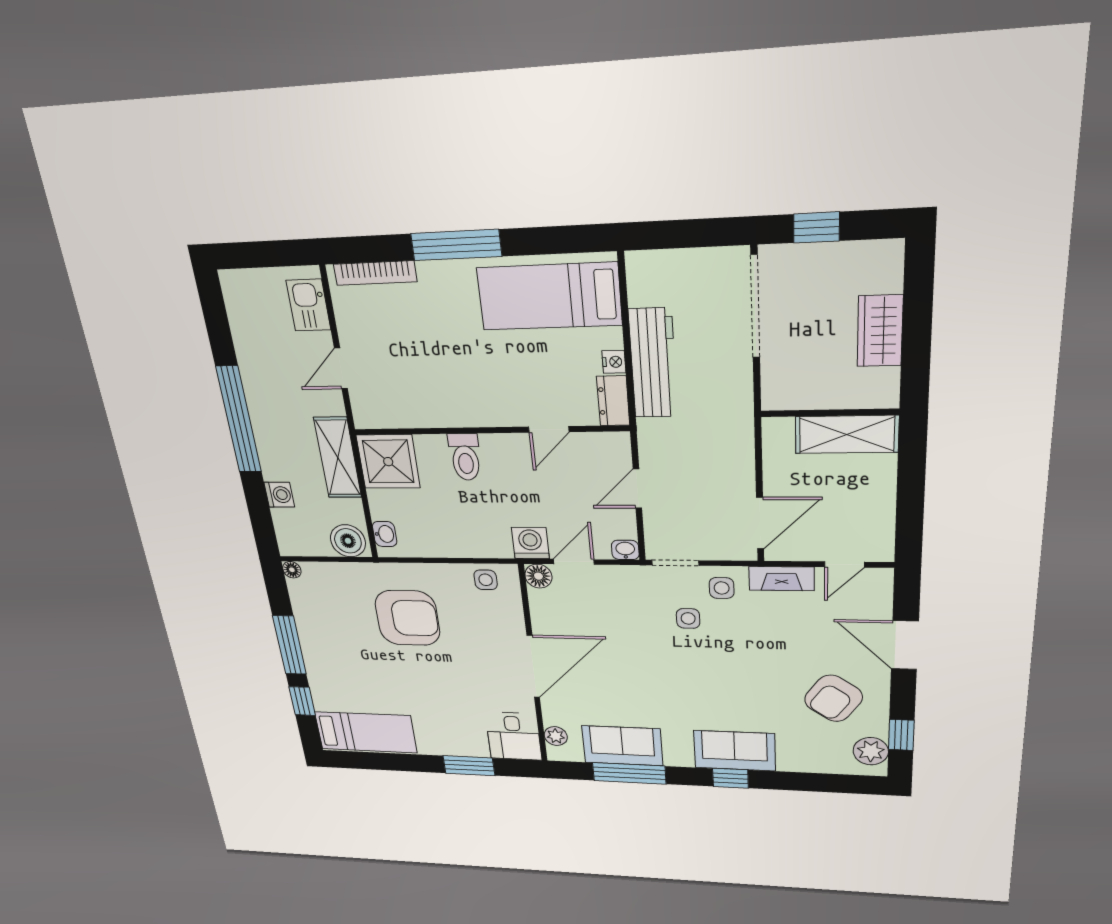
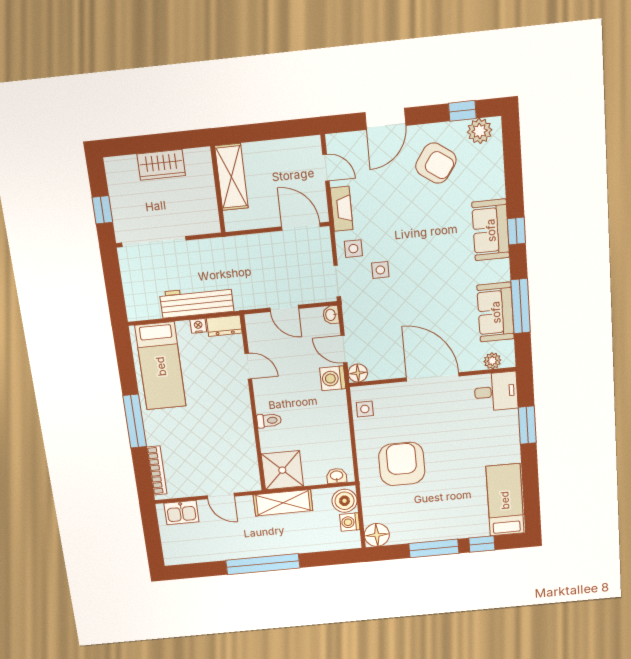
toilet: (465, 457) -> (269, 421), width x0.73, depth x0.72
washing machine: (279, 495) -> (350, 522), moved, turned -90
floor lamp: (292, 570) -> (377, 535), width x1.89, depth x1.89

